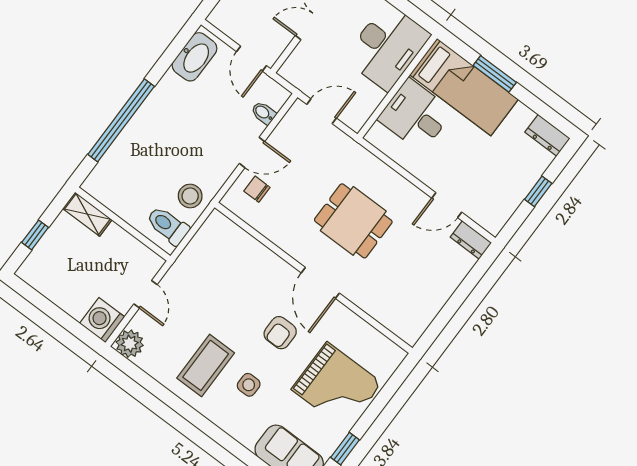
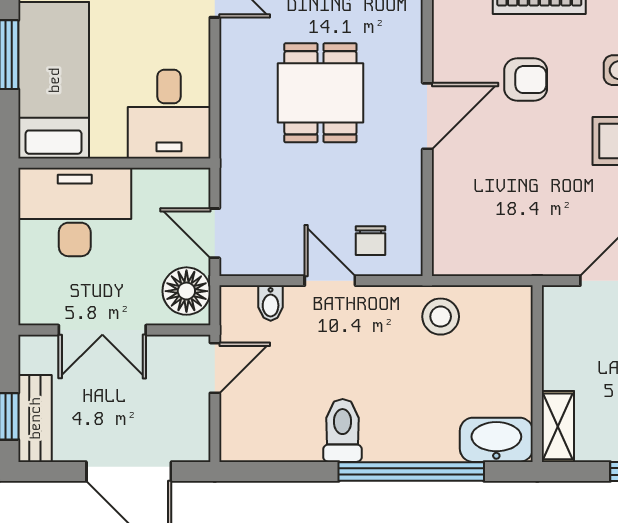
washbasin: (195, 57) -> (496, 440), moved
floor lamp: (303, 74) -> (186, 291), added
desk: (415, 115) -> (169, 114), moved
toilet: (168, 226) -> (343, 430), moved, turned 180
door: (320, 283) -> (427, 116), moved

